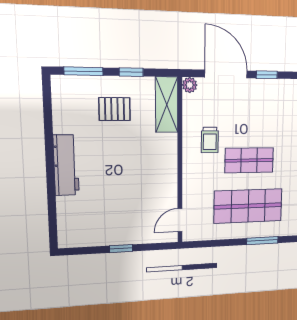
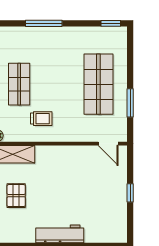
shop shelf: (249, 160) -> (19, 84), moved
window: (262, 241) -> (130, 103), moved

